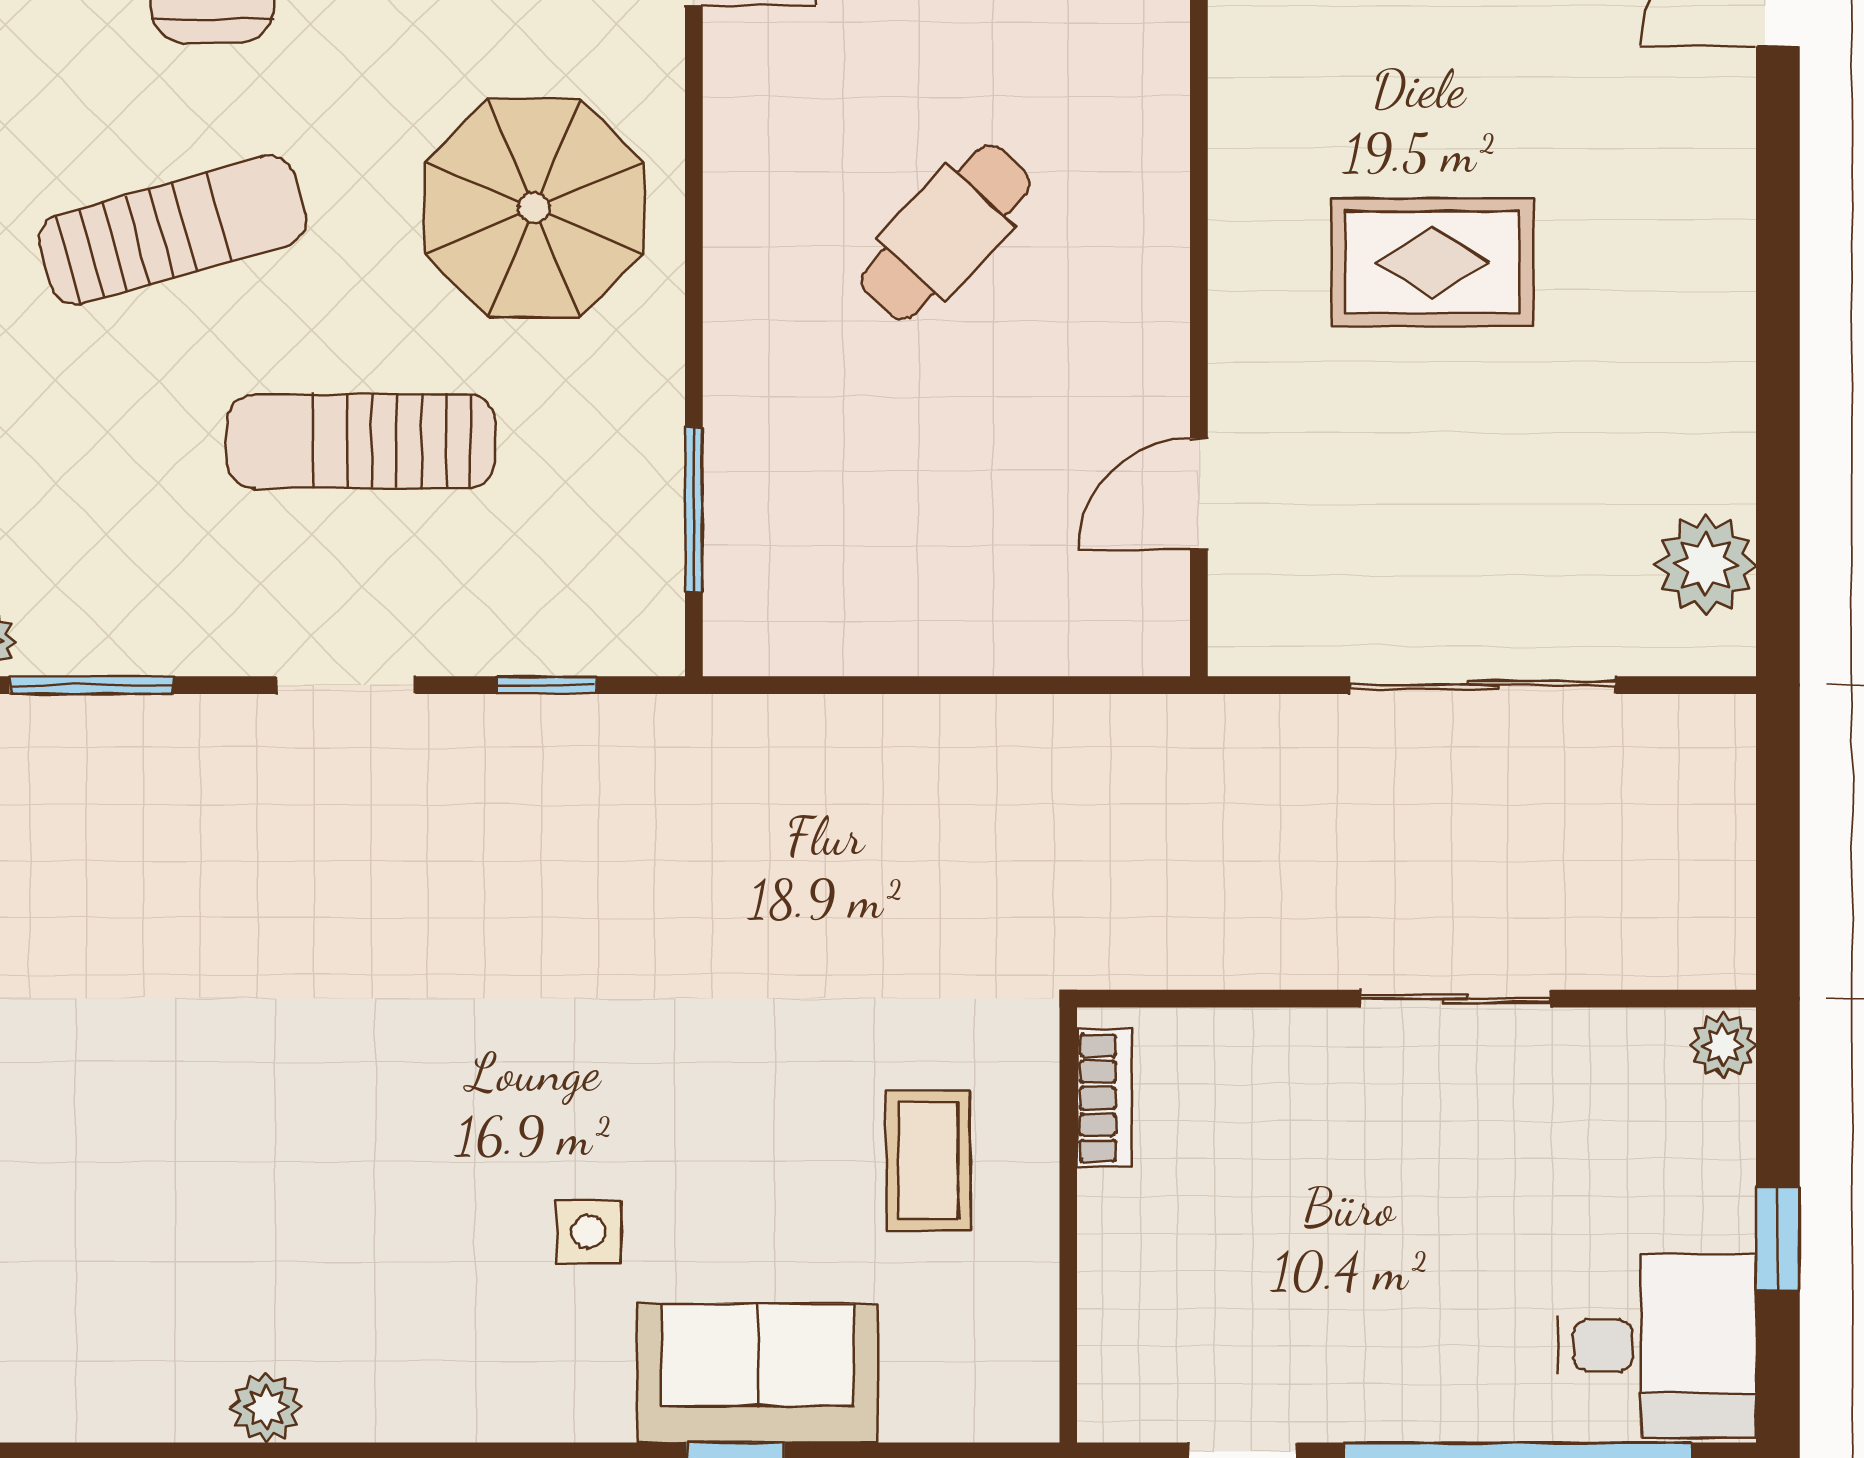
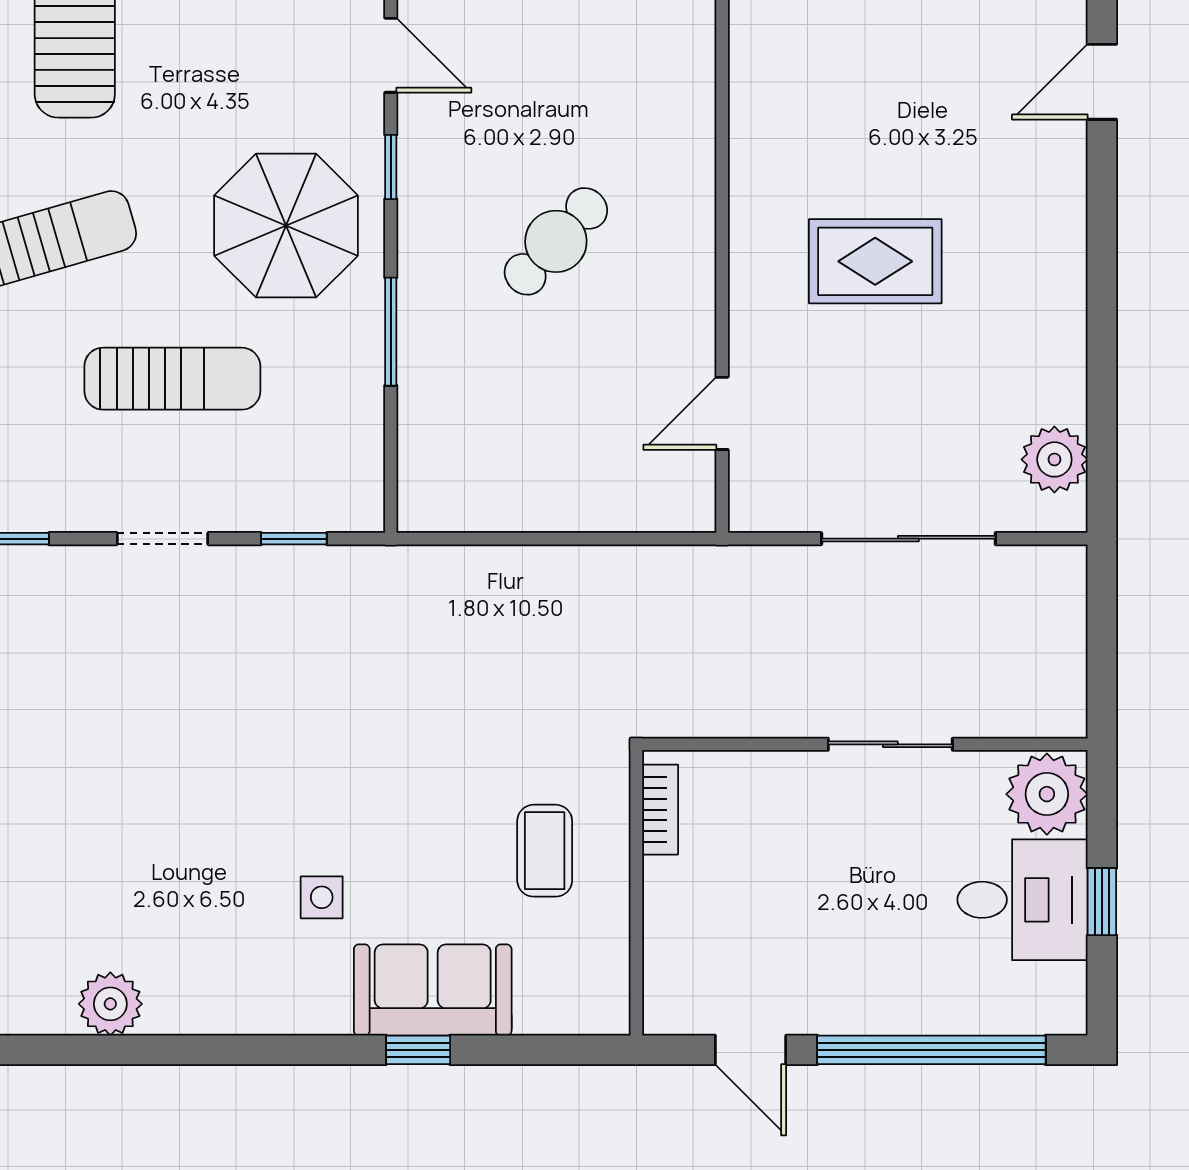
window: (694, 118) -> (391, 167), added
sun lounger: (361, 441) -> (172, 379), turned 180
window: (694, 509) -> (391, 332), moved
plant: (1723, 1046) -> (1047, 794), width x1.87, depth x1.87
desk: (1657, 1346) -> (1022, 900), moved
plant: (266, 1408) -> (110, 1004), width x1.38, depth x1.38

